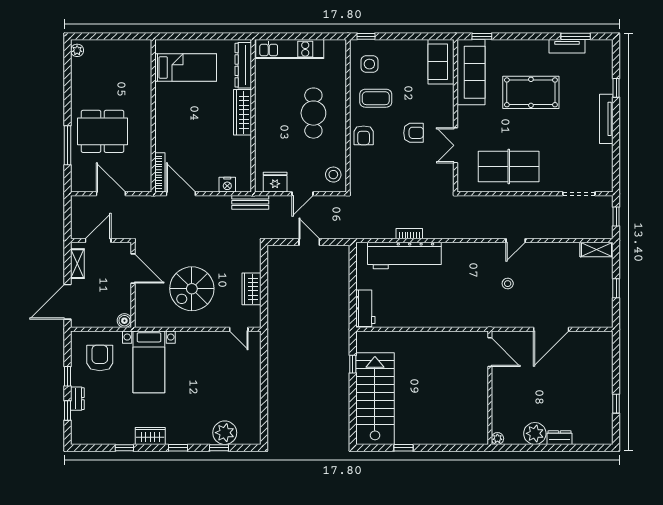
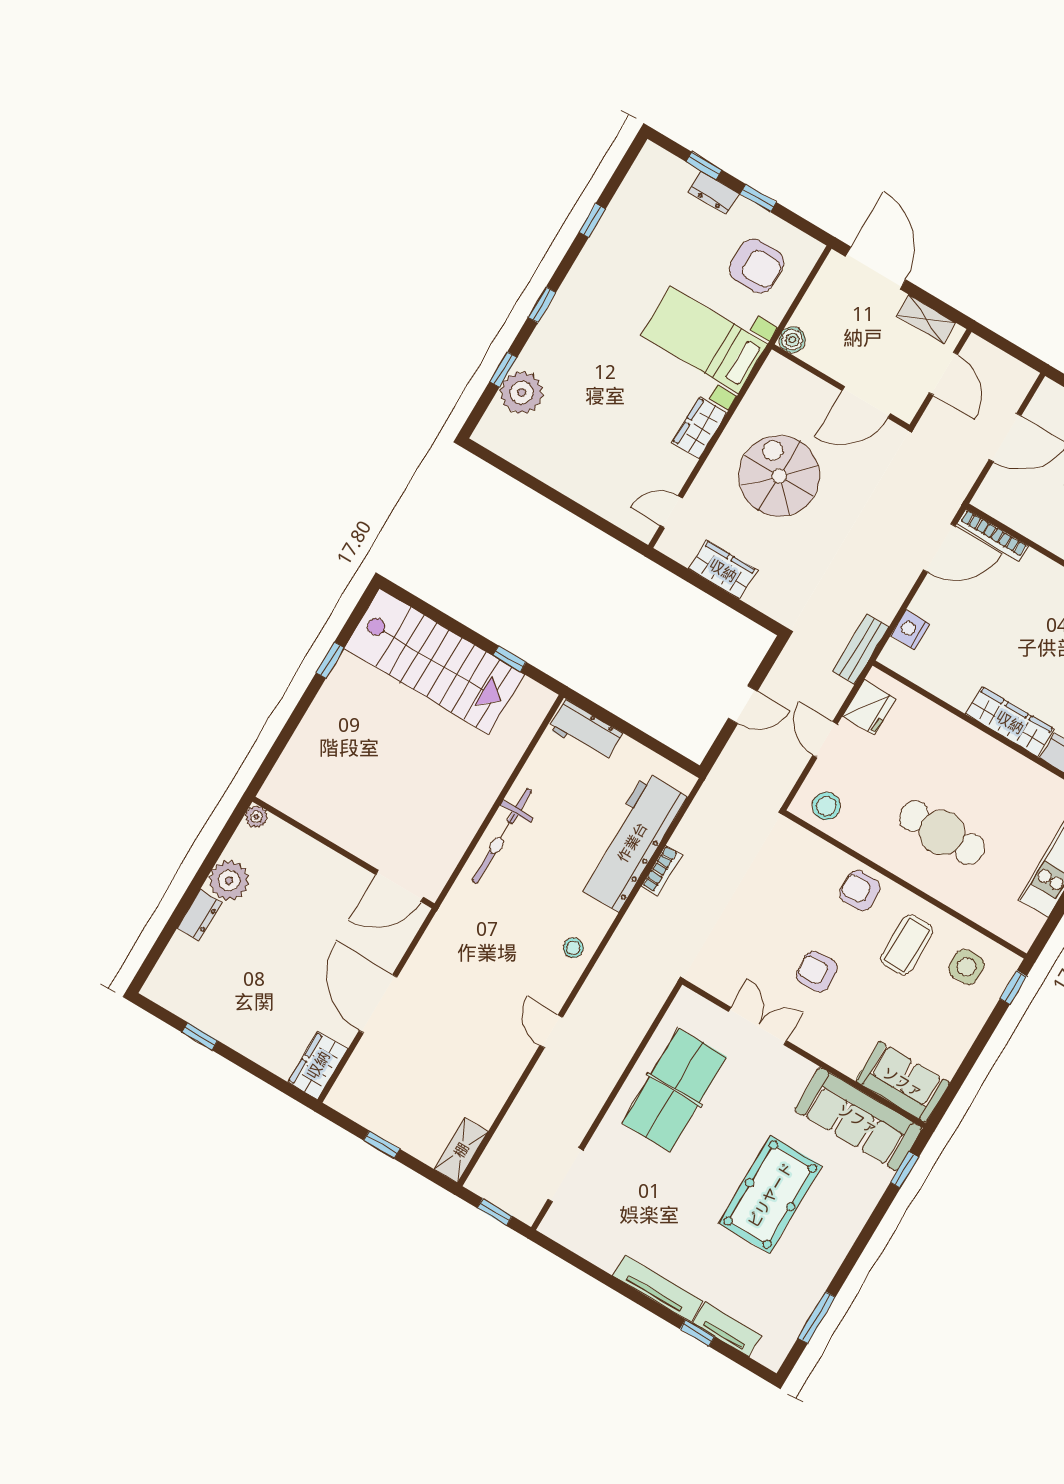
tv unit: (567, 46) -> (727, 1329), moved, turned 90
armchair: (413, 133) -> (817, 972), turned 87
stool: (508, 284) -> (573, 948), moved
bicycle: (438, 318) -> (502, 836), added
wardrobe: (597, 340) -> (318, 1065), added
wardrobe: (150, 436) -> (700, 428), moved, turned 180

